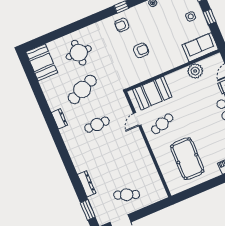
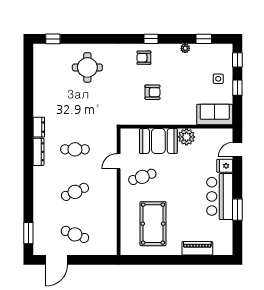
window: (40, 41) -> (53, 39), added
booth: (42, 62) -> (45, 61), removed
plant: (195, 71) -> (186, 137), moved
cafe table: (82, 89) -> (75, 192), moved, width x0.73, depth x0.74
booth: (152, 93) -> (158, 141), moved
dresser: (87, 184) -> (39, 152), moved

